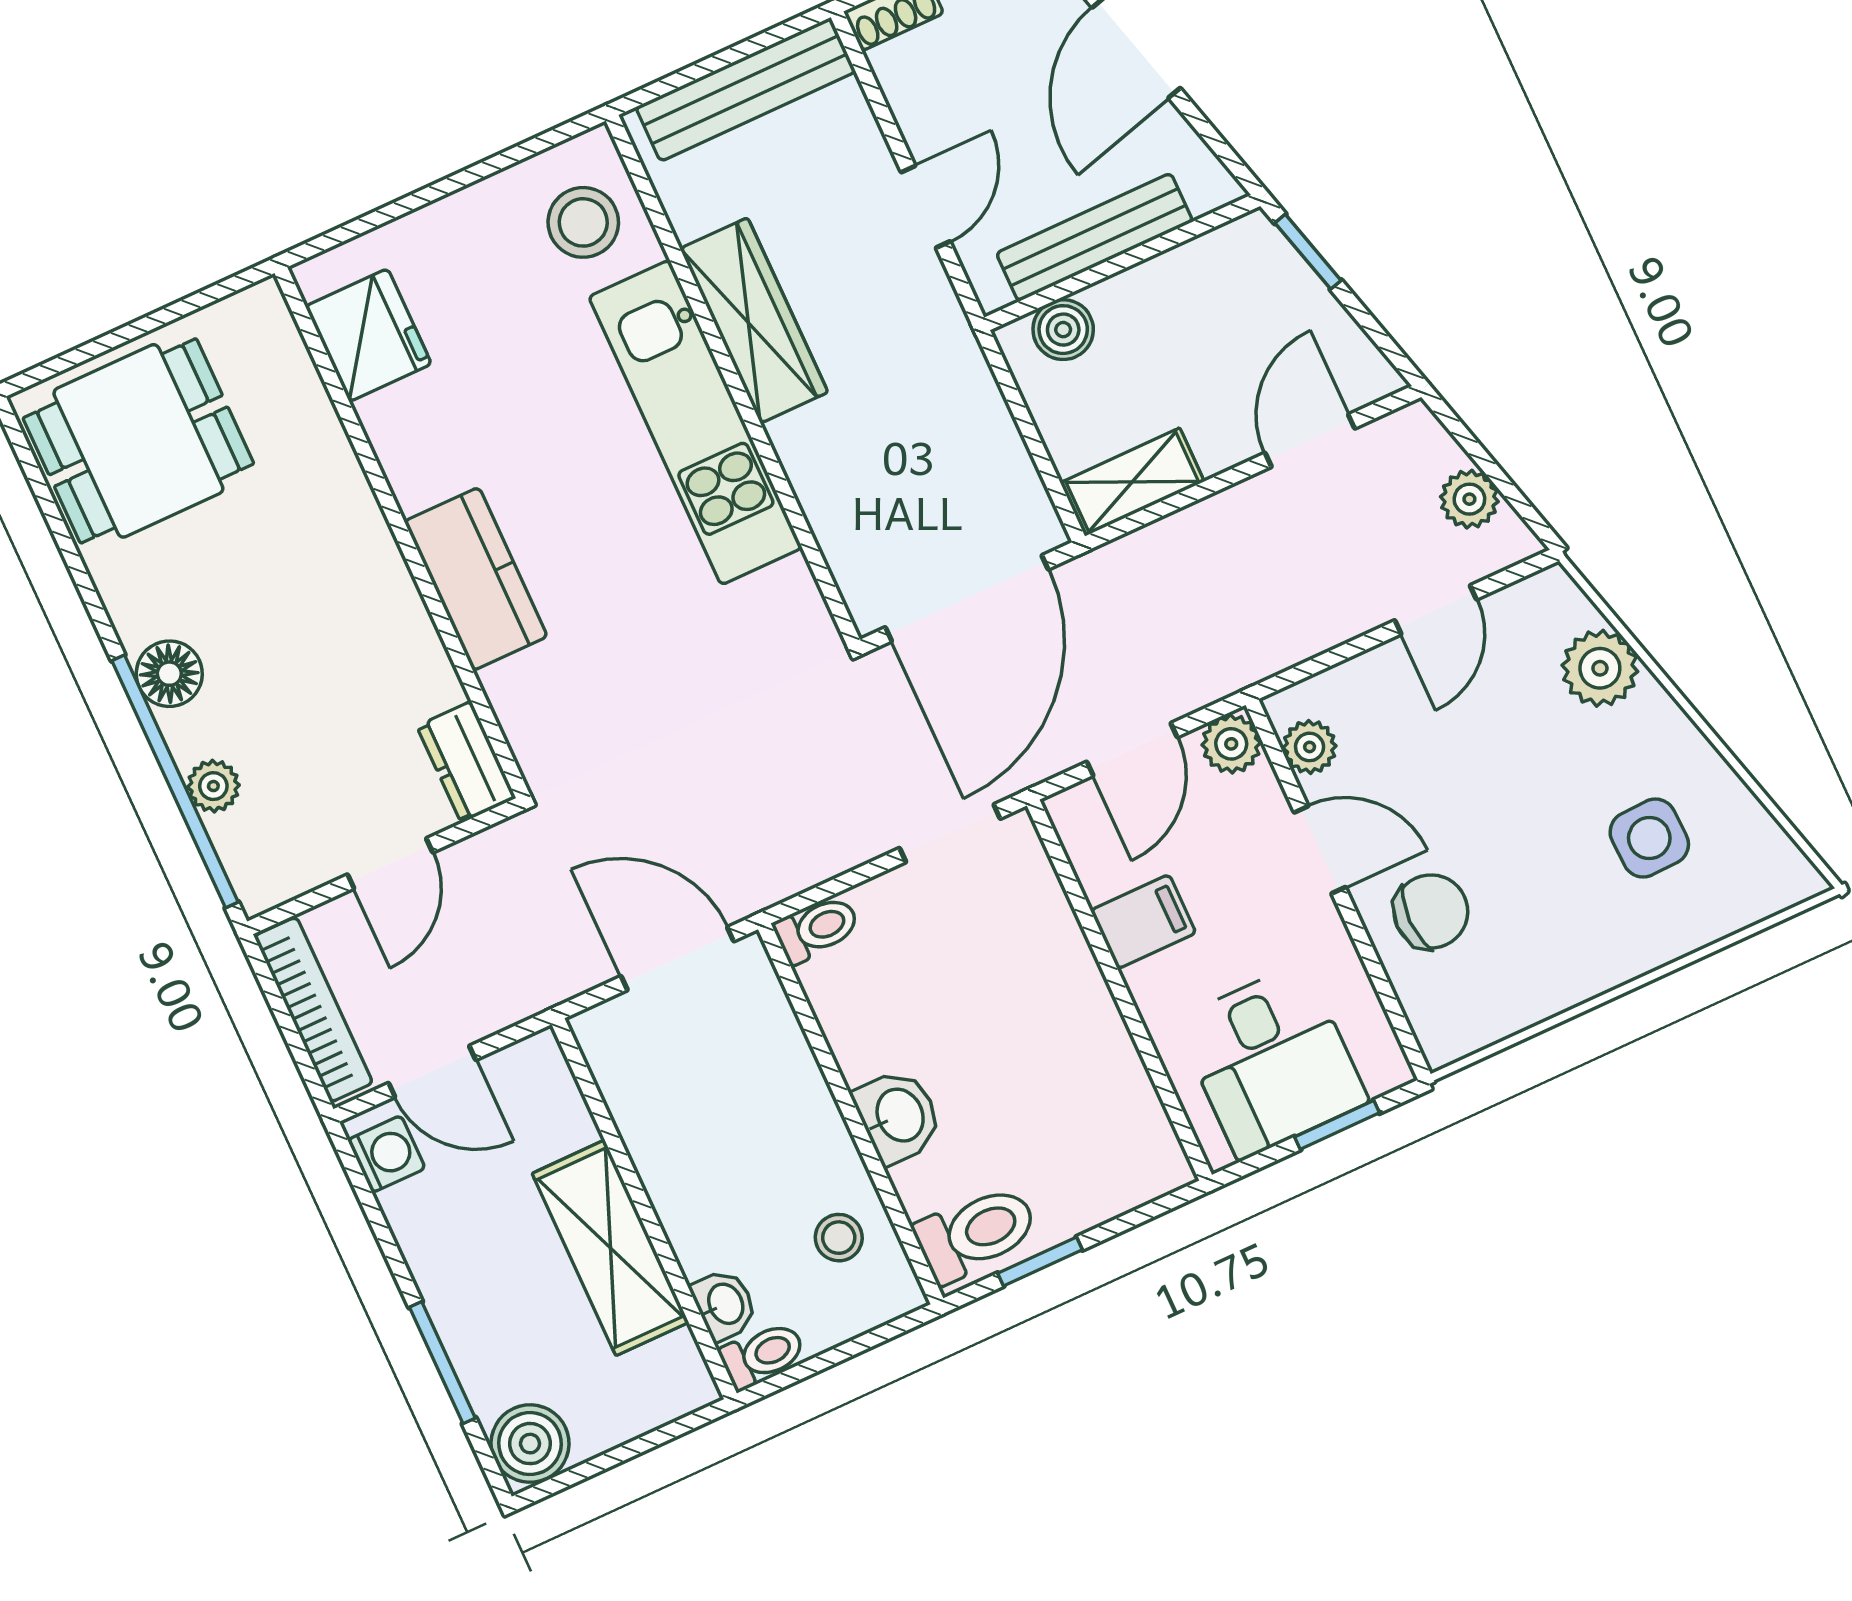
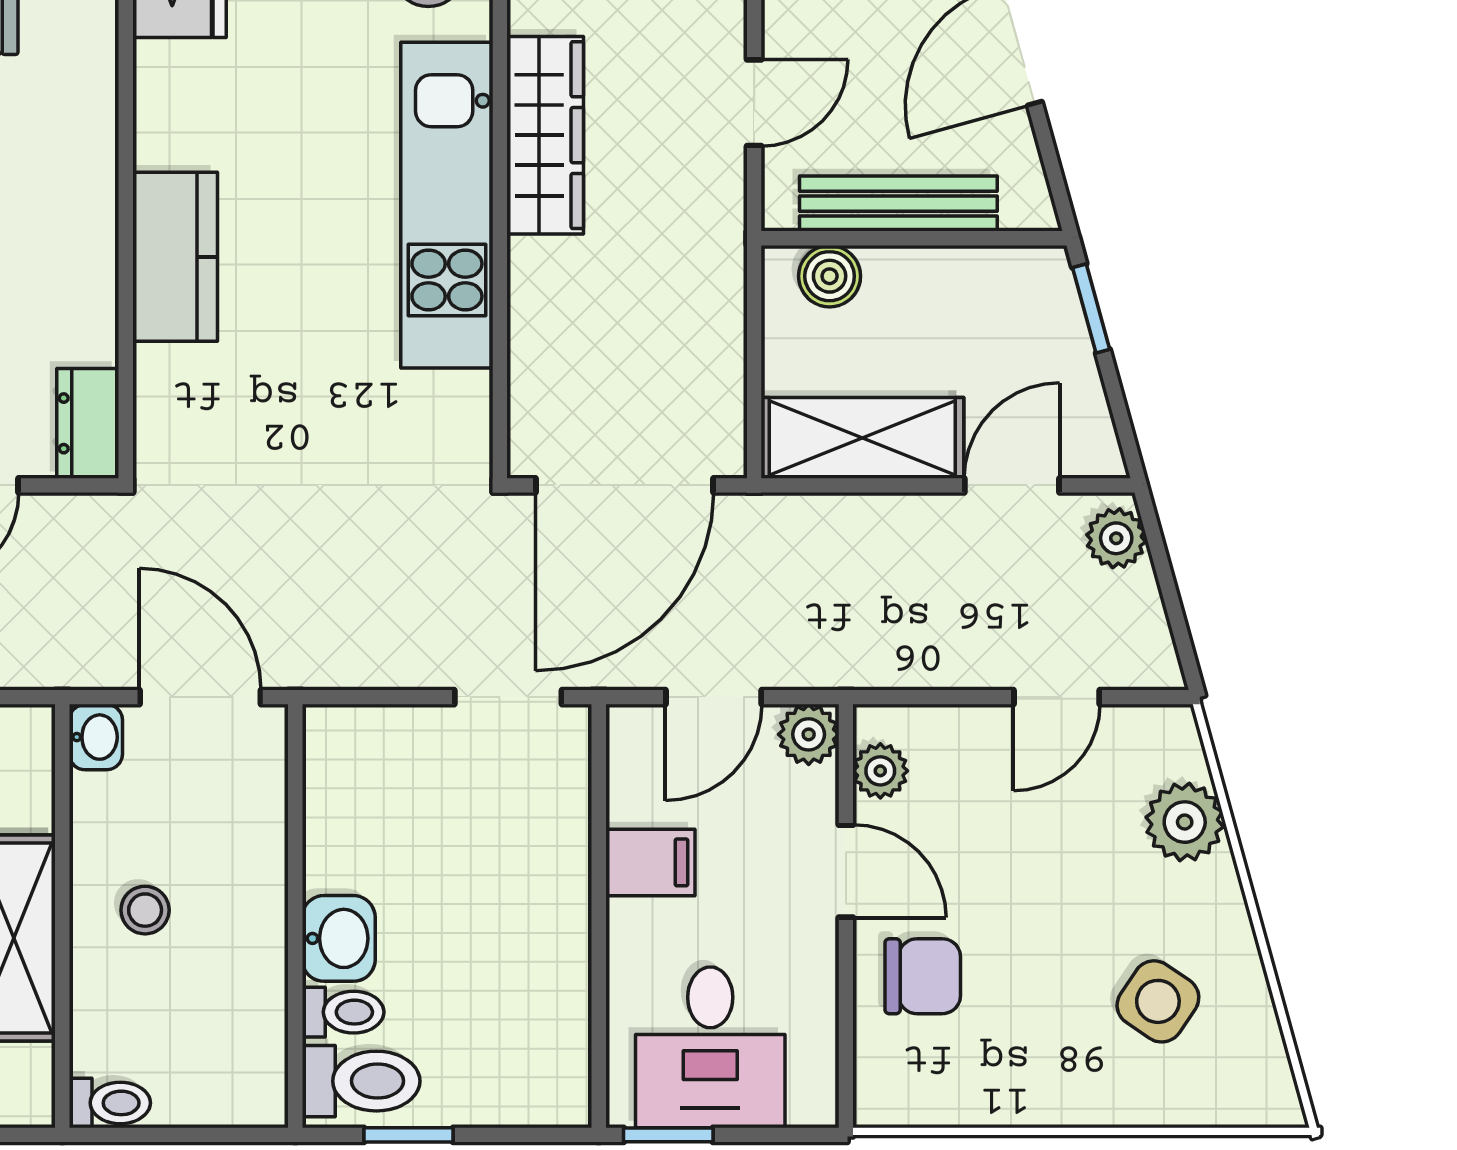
shelving: (1132, 482) -> (862, 438), width x1.50, depth x1.33
plant: (1469, 499) -> (1116, 538), moved
side table: (1649, 838) -> (1158, 1001), turned 36
toilet: (817, 929) -> (343, 1012), moved
window: (1337, 1125) -> (668, 1135), moved
stool: (839, 1238) -> (145, 910), moved
washbasin: (724, 1304) -> (96, 737), moved

